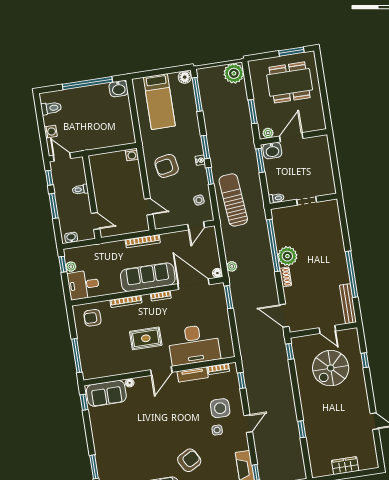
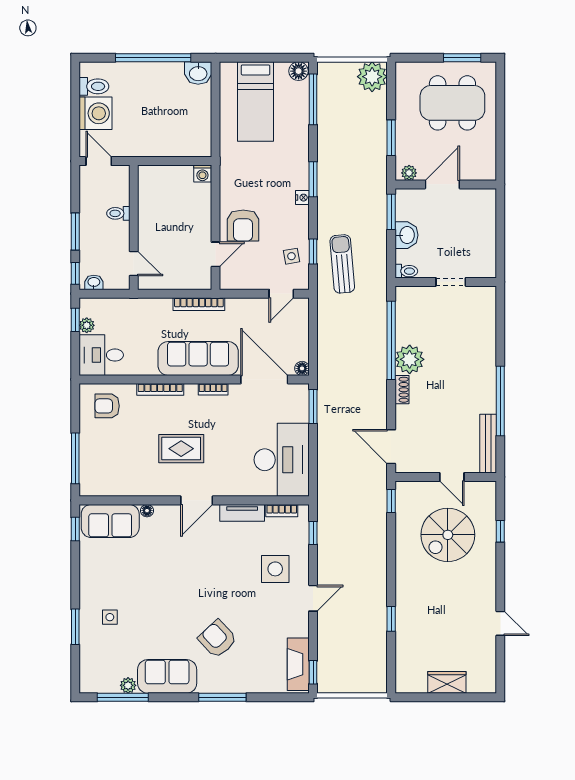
washing machine: (51, 132) -> (95, 113), width x1.89, depth x1.89
washbasin: (272, 151) -> (406, 235), moved, turned -90
armchair: (167, 166) -> (243, 226), moved, turned -80
window: (210, 176) -> (313, 252), moved
window: (49, 178) -> (75, 273), moved
sun lounger: (233, 200) -> (342, 264), width x0.73, depth x0.75
door: (149, 207) -> (216, 254), hinge flipped
plant: (232, 266) -> (325, 362), removed
desk: (194, 345) -> (282, 460), moved, turned -90
side table: (217, 430) -> (110, 617), moved
armchair: (189, 460) -> (217, 639), turned -104

